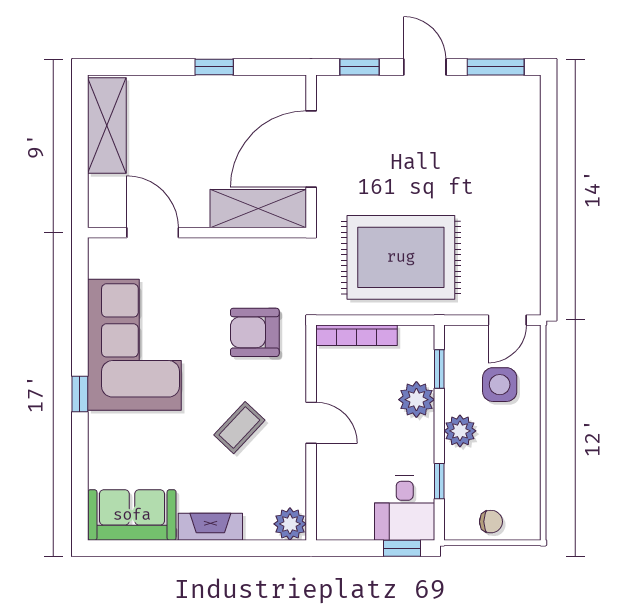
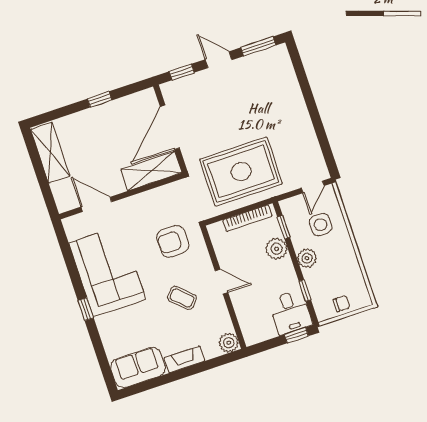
bookcase: (356, 335) -> (247, 218), moved
coffee table: (239, 428) -> (182, 298), turned 90

